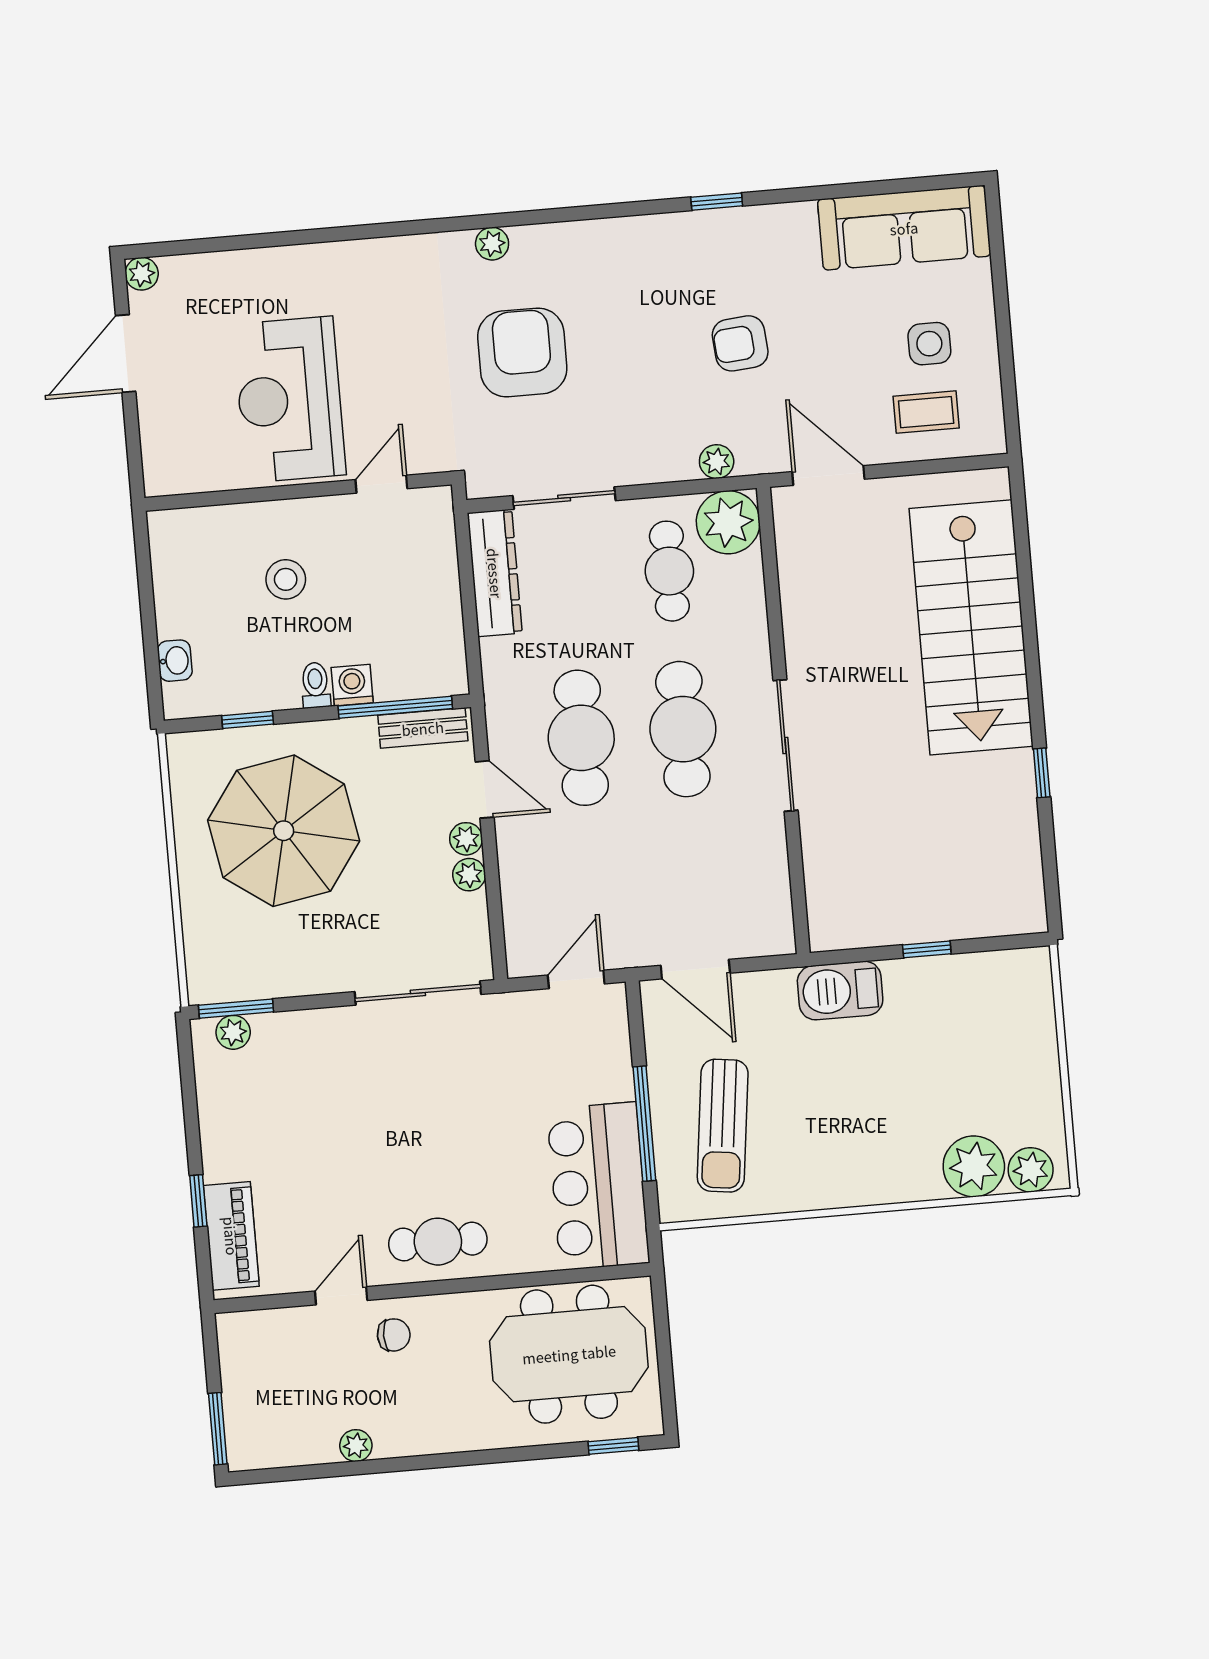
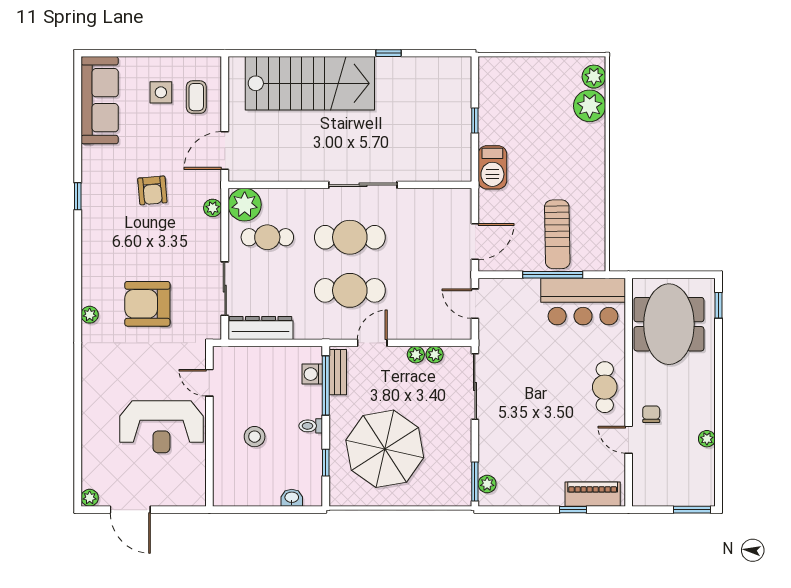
washing machine: (352, 685) -> (312, 374), moved
plant: (466, 839) -> (435, 355), moved
sun lounger: (723, 1126) -> (557, 234), turned 82

